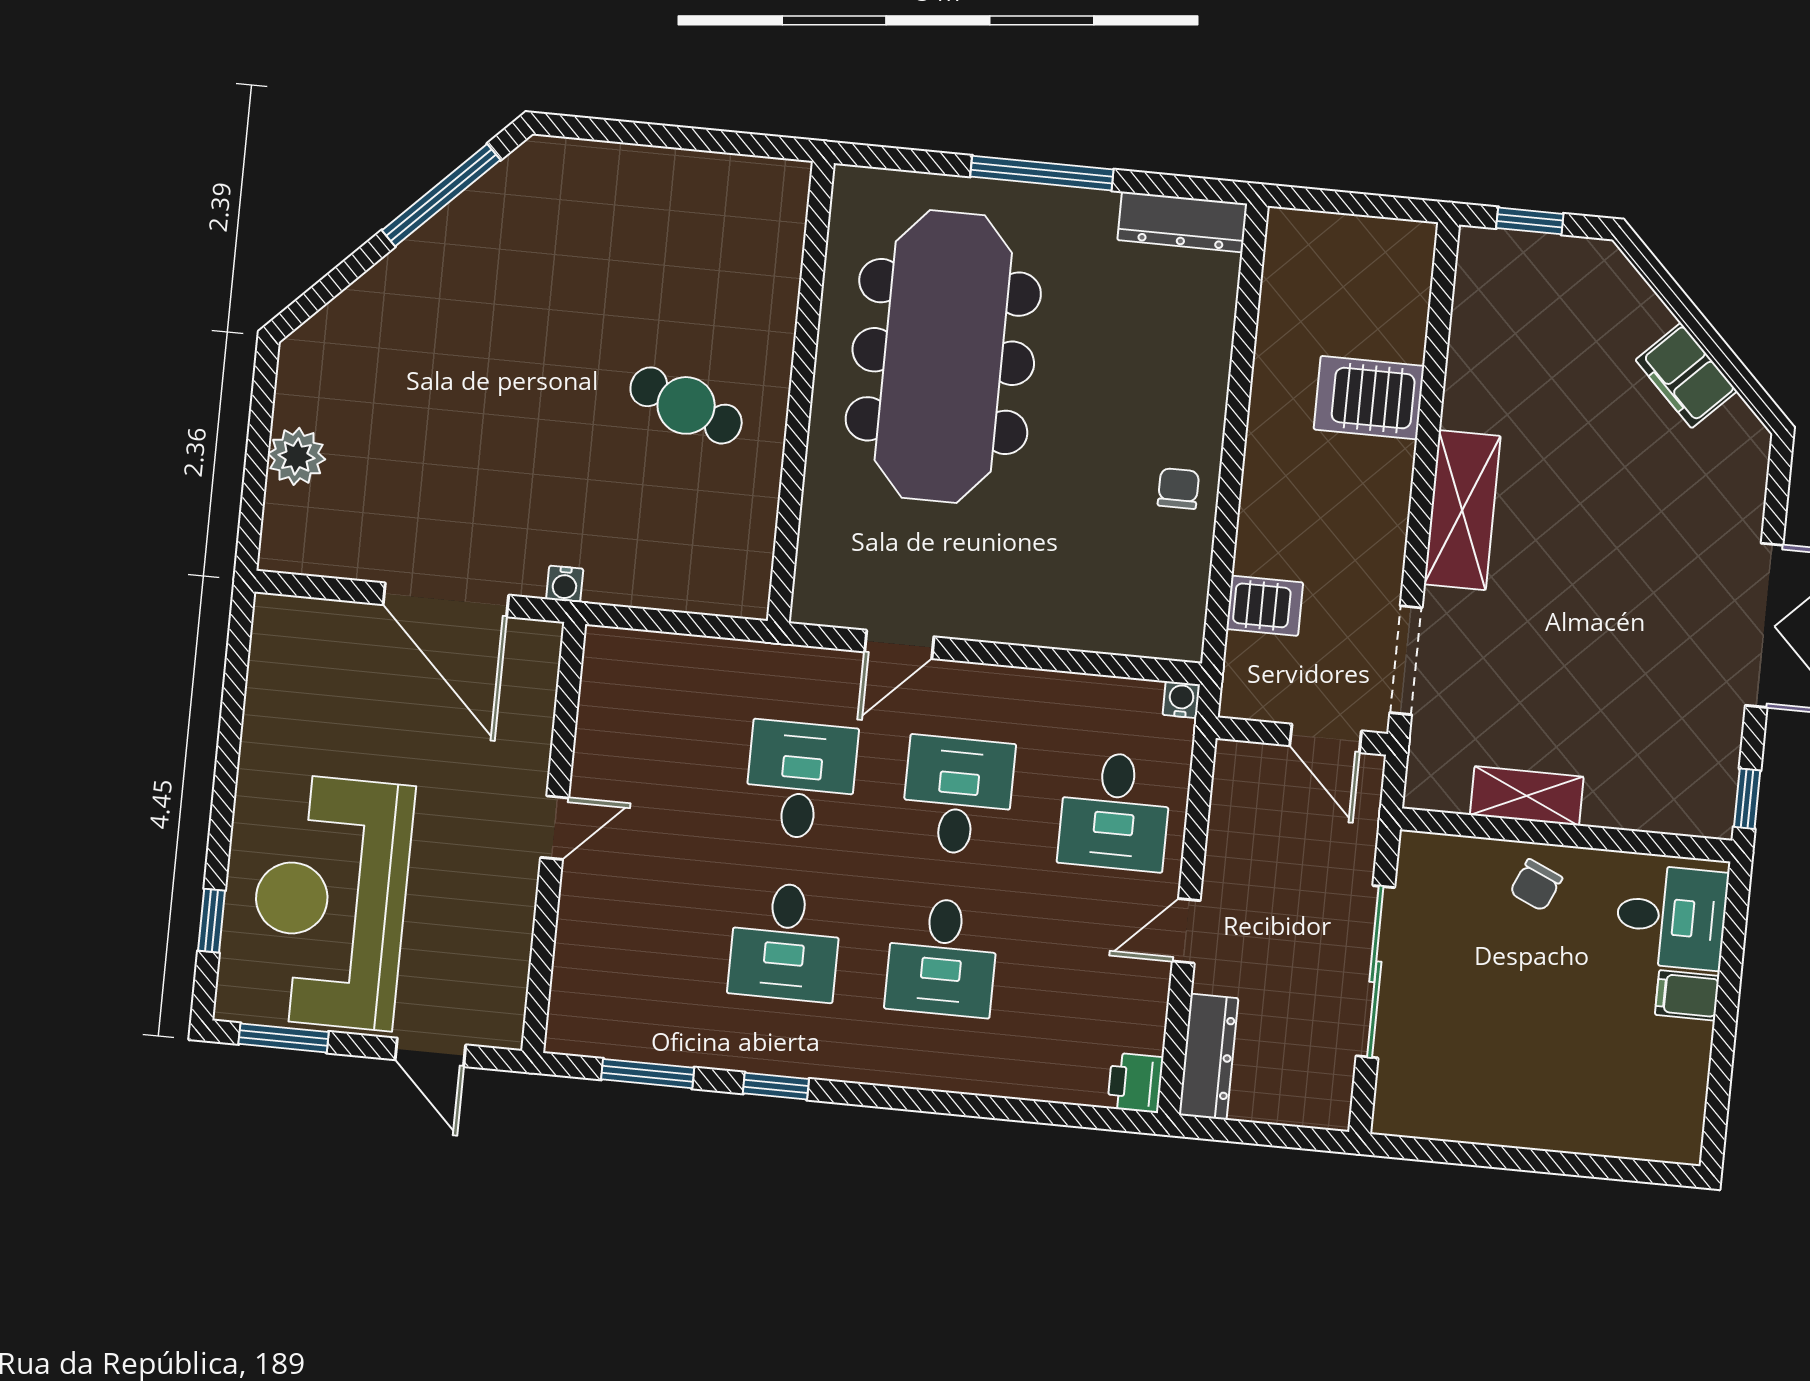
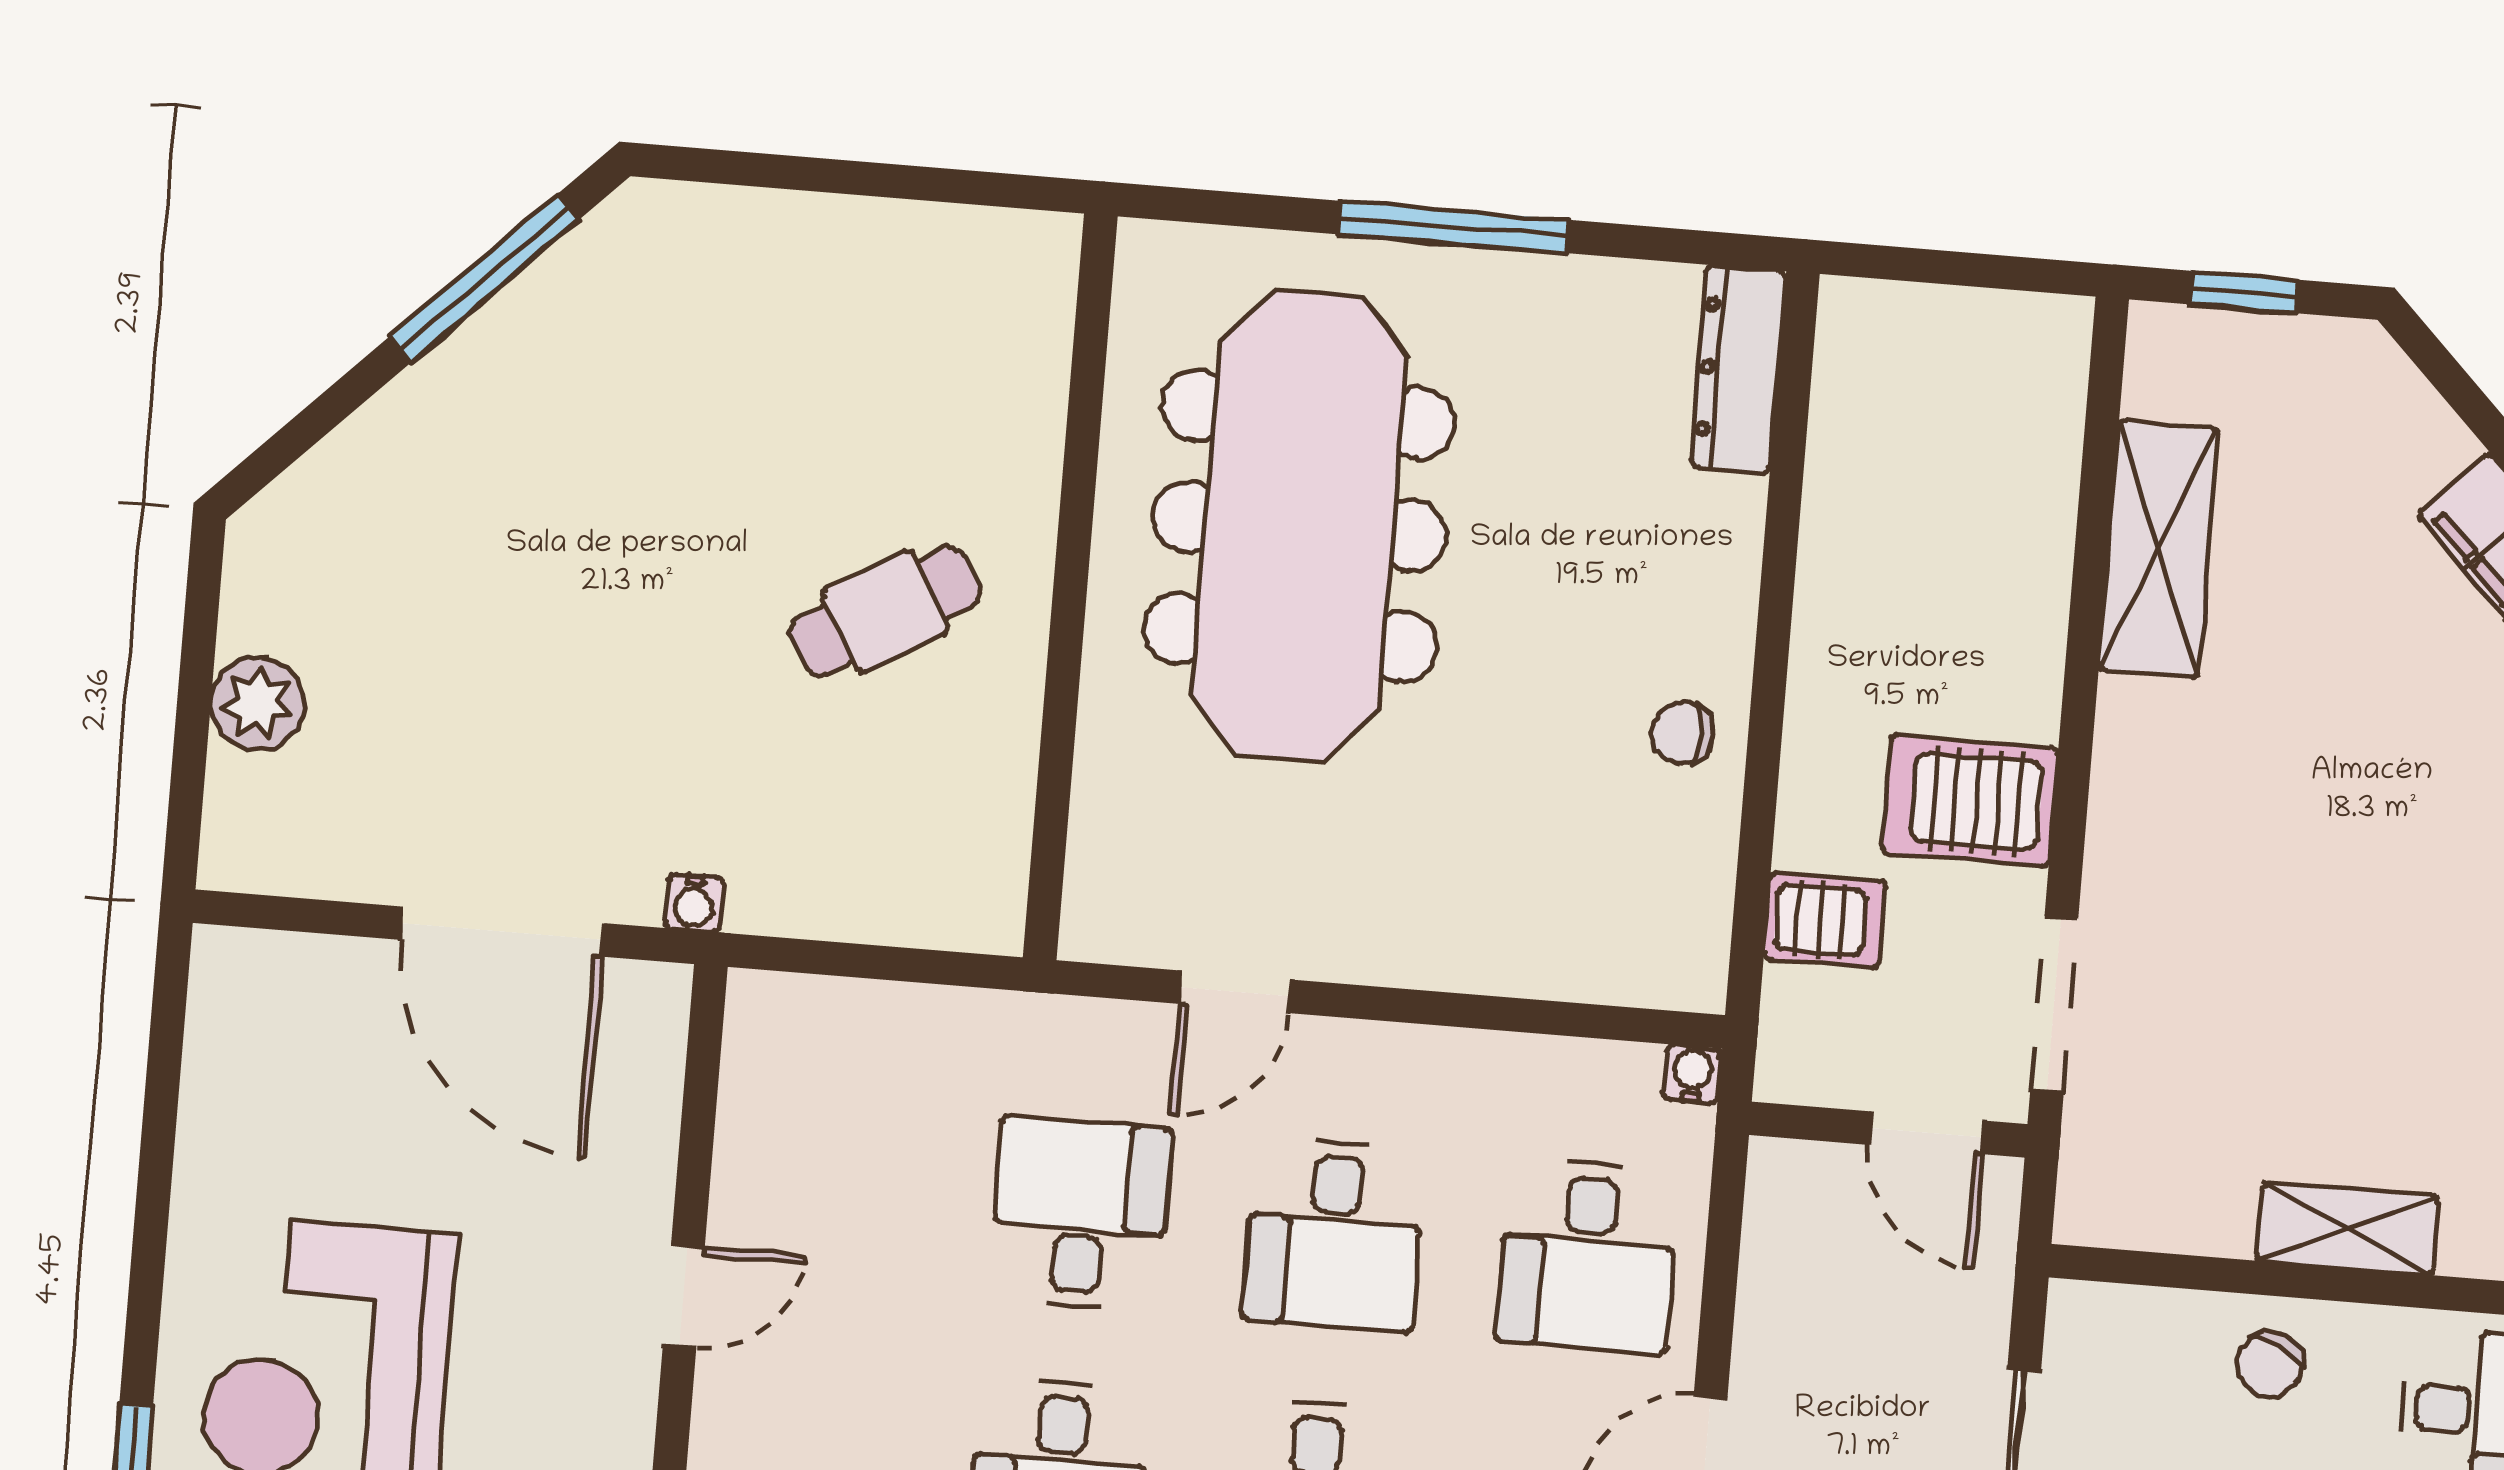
dresser: (1182, 222) -> (1738, 369), moved, turned 90
server rack: (1369, 398) -> (1970, 801), moved
cafe table: (686, 405) -> (885, 611), turned -51
chair: (1178, 489) -> (1682, 733), turned -90
shelving: (1462, 510) -> (2159, 549), moved
desk: (958, 796) -> (1334, 1235), turned 180
shelving: (1527, 796) -> (2347, 1228), moved

